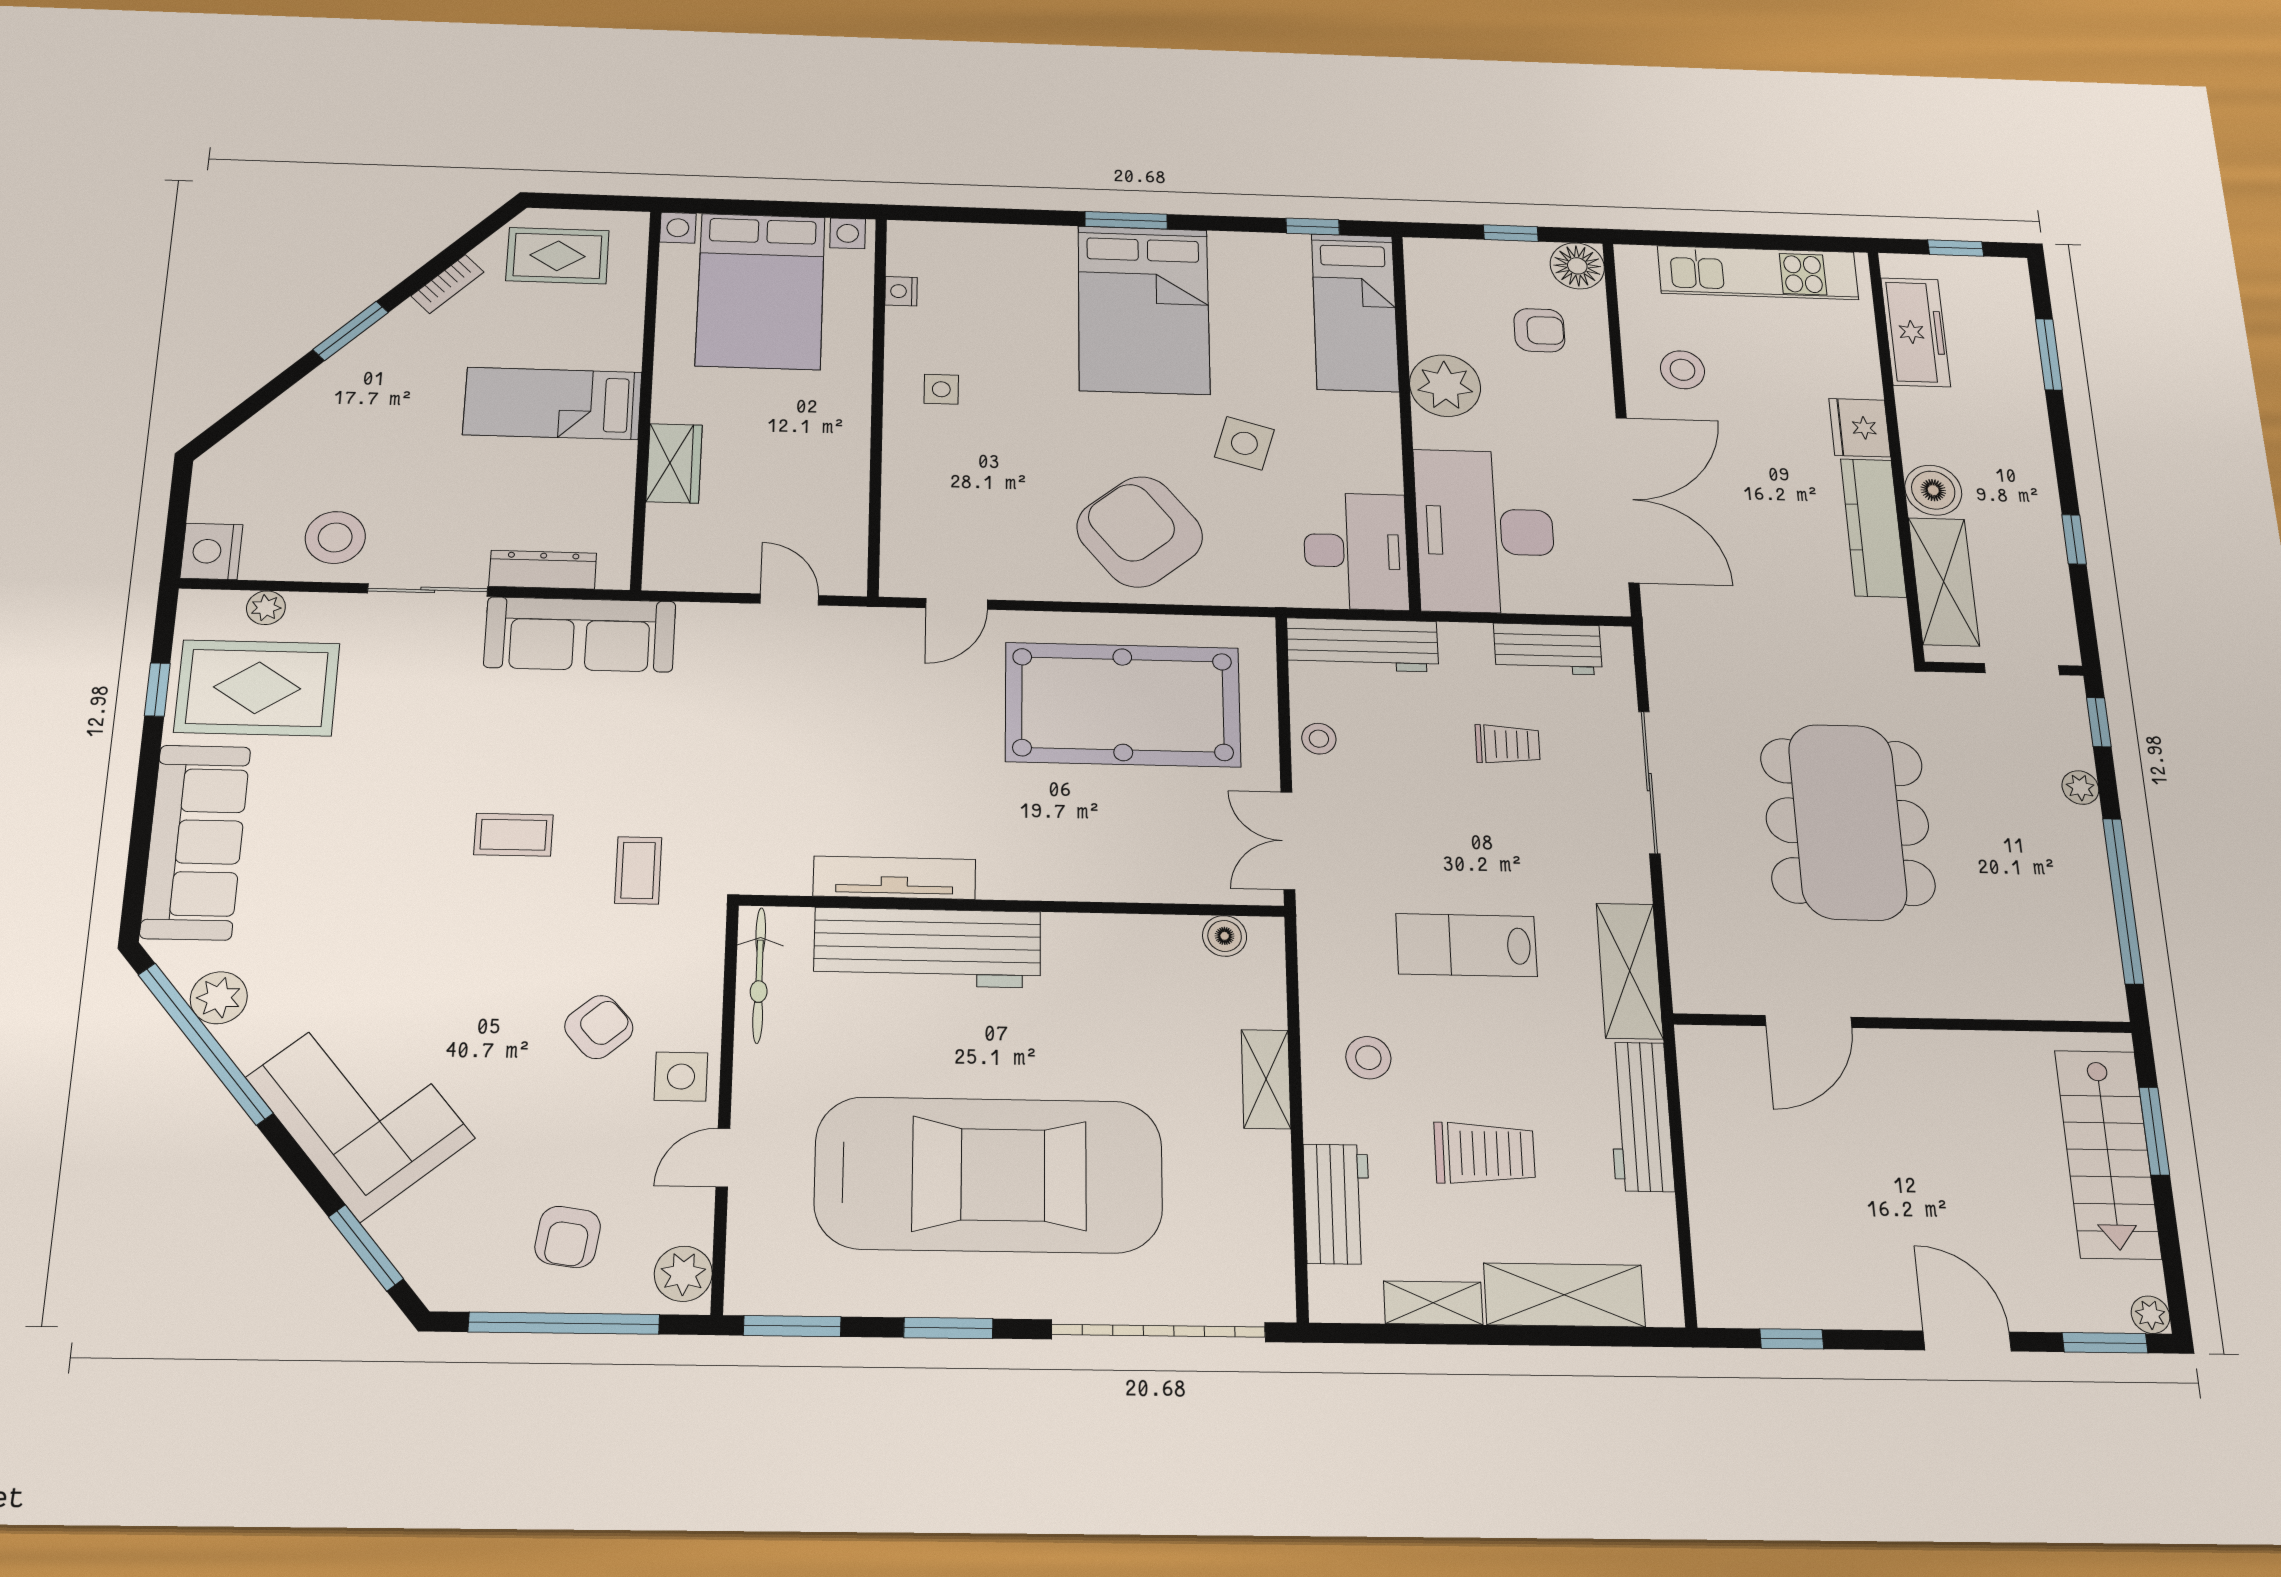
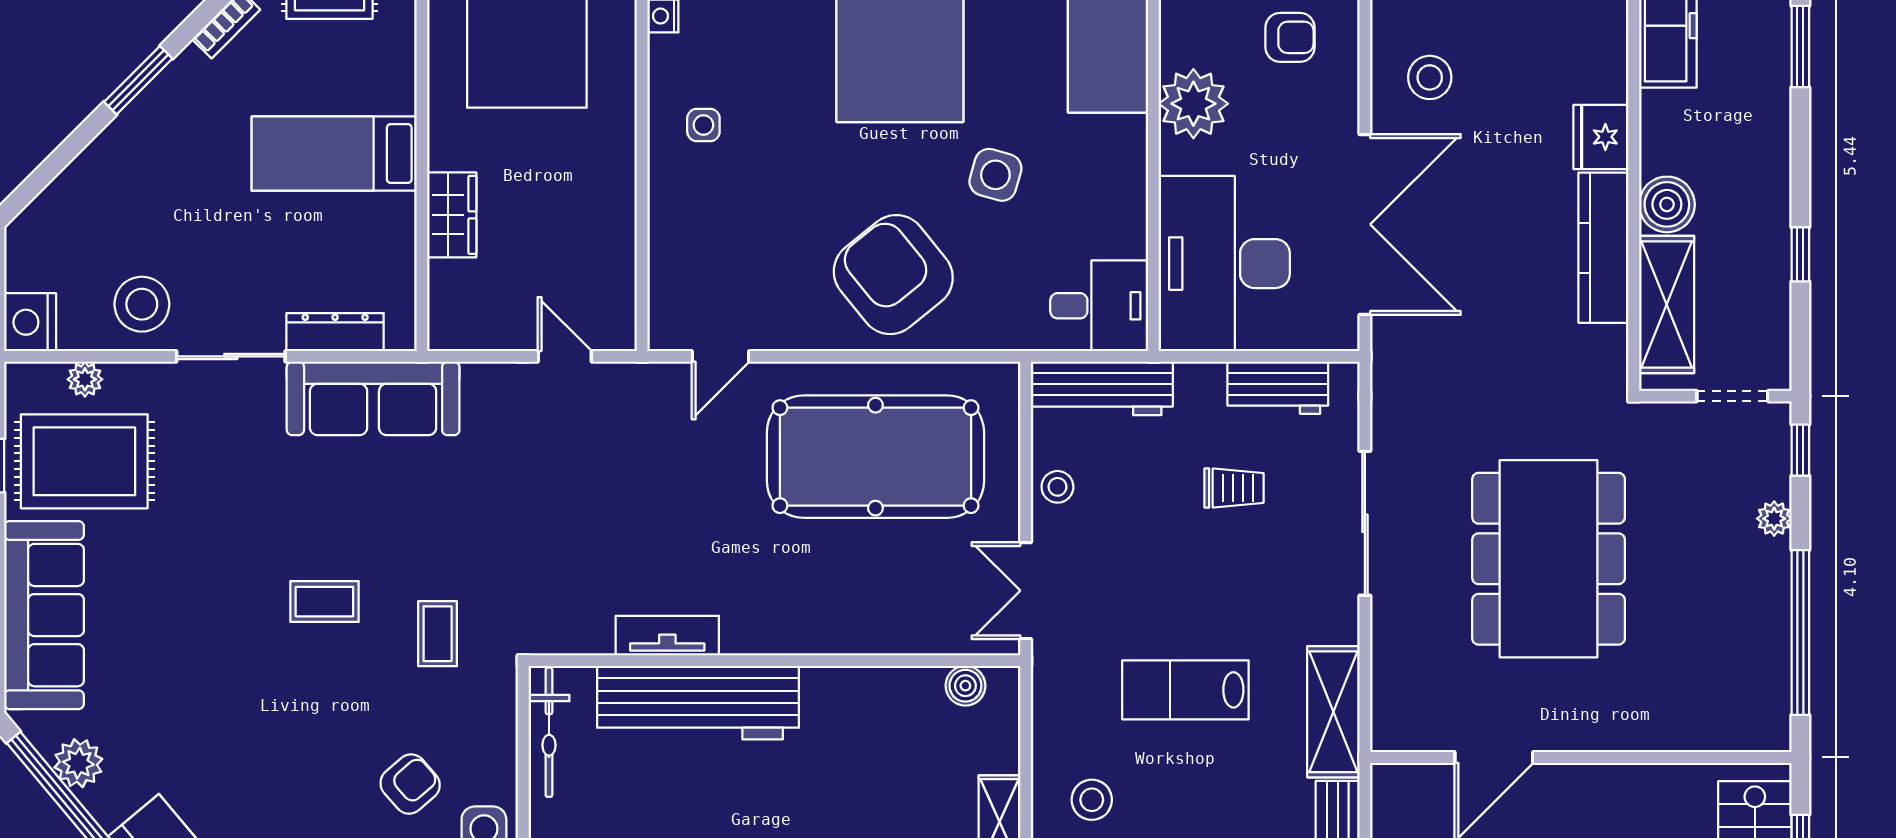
desk: (1356, 551) -> (1099, 306), width x0.73
tv unit: (894, 878) -> (667, 636), width x0.71

